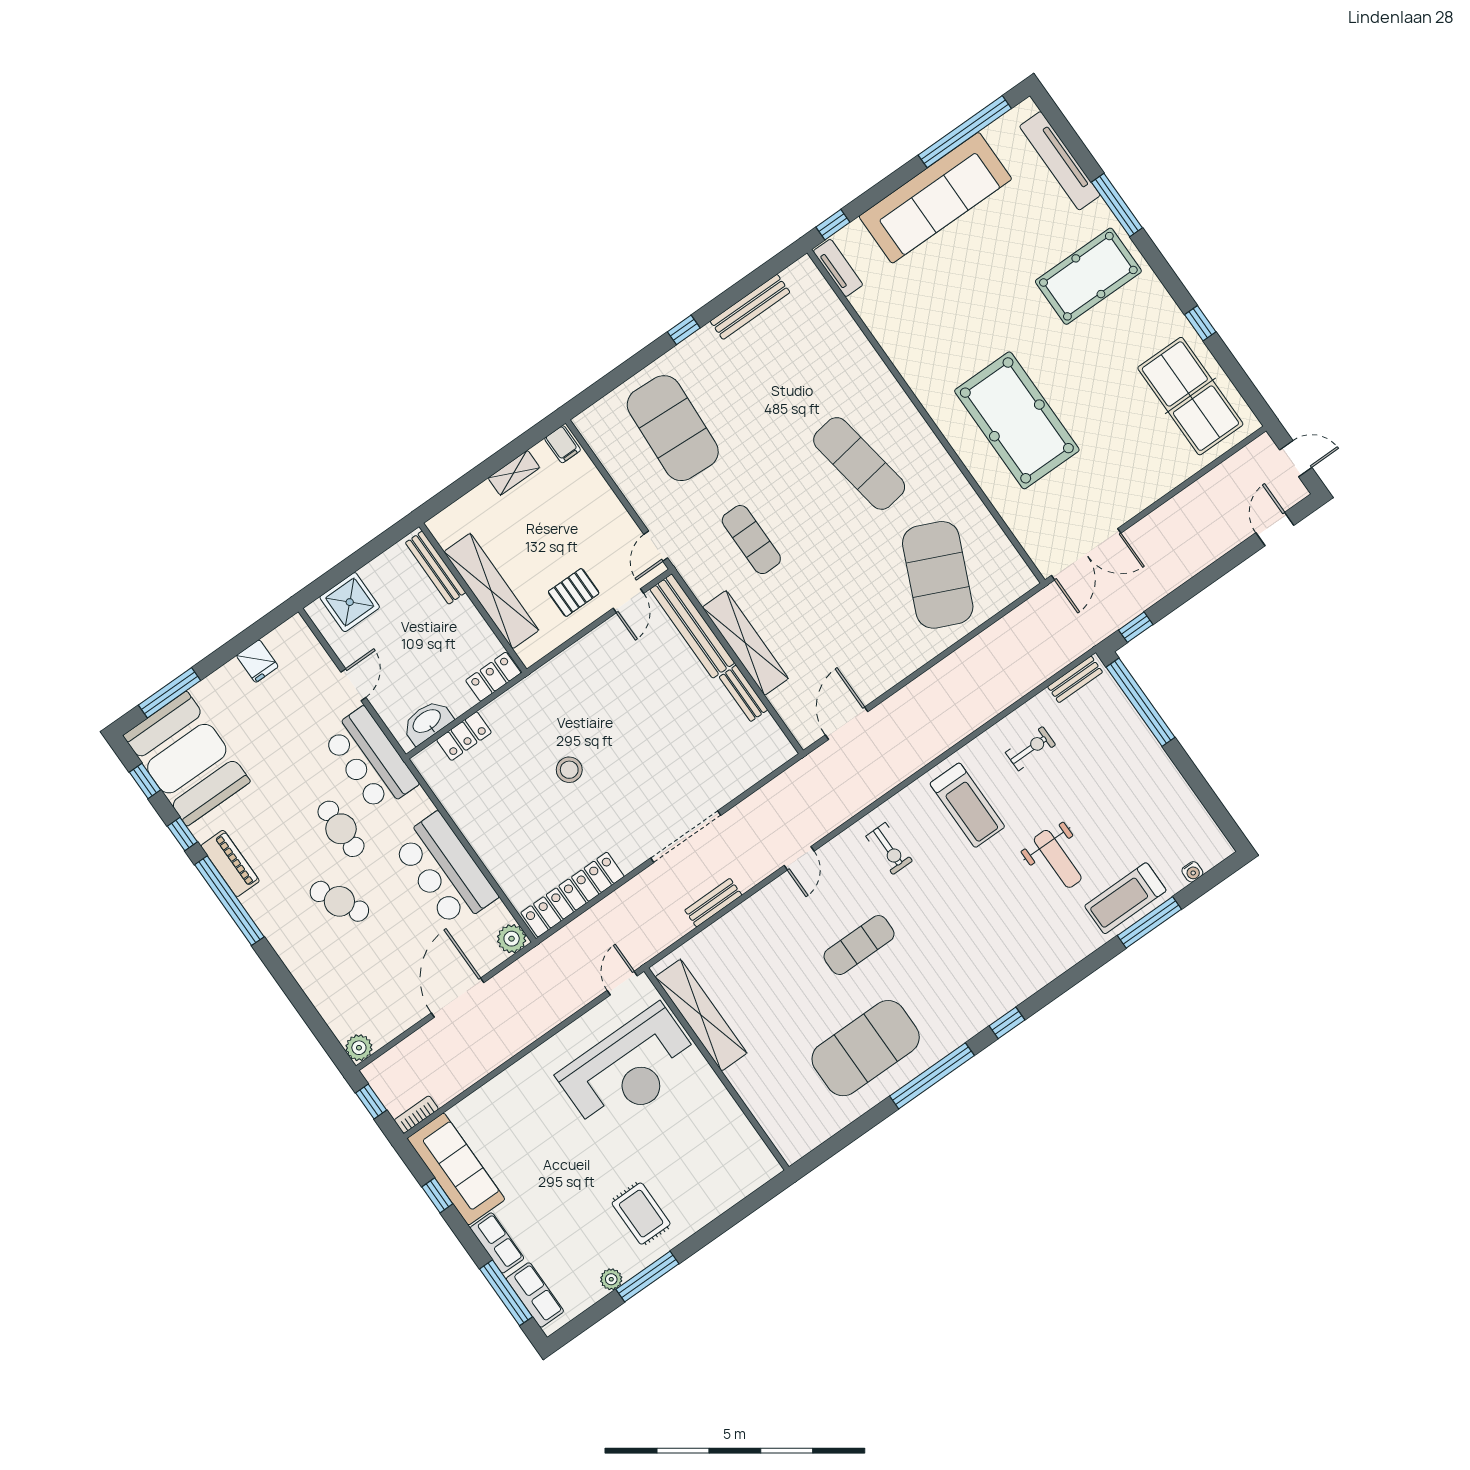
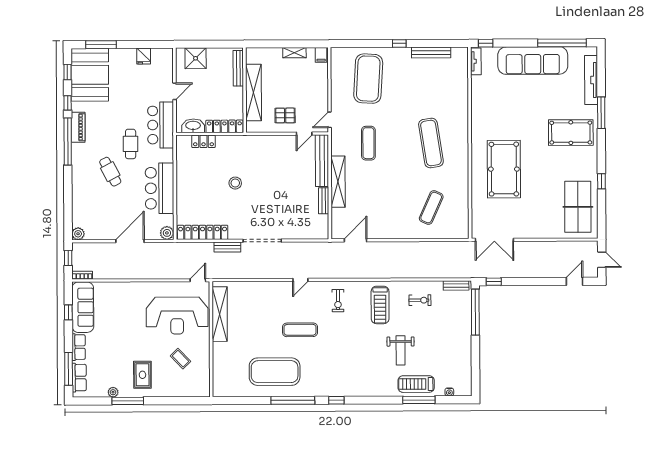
exercise mat: (938, 575) -> (431, 208), width x0.50, depth x0.69
locker: (493, 677) -> (224, 126), width x1.53
bench: (713, 903) -> (227, 247), moved
coffee table: (687, 1140) -> (180, 359), added

